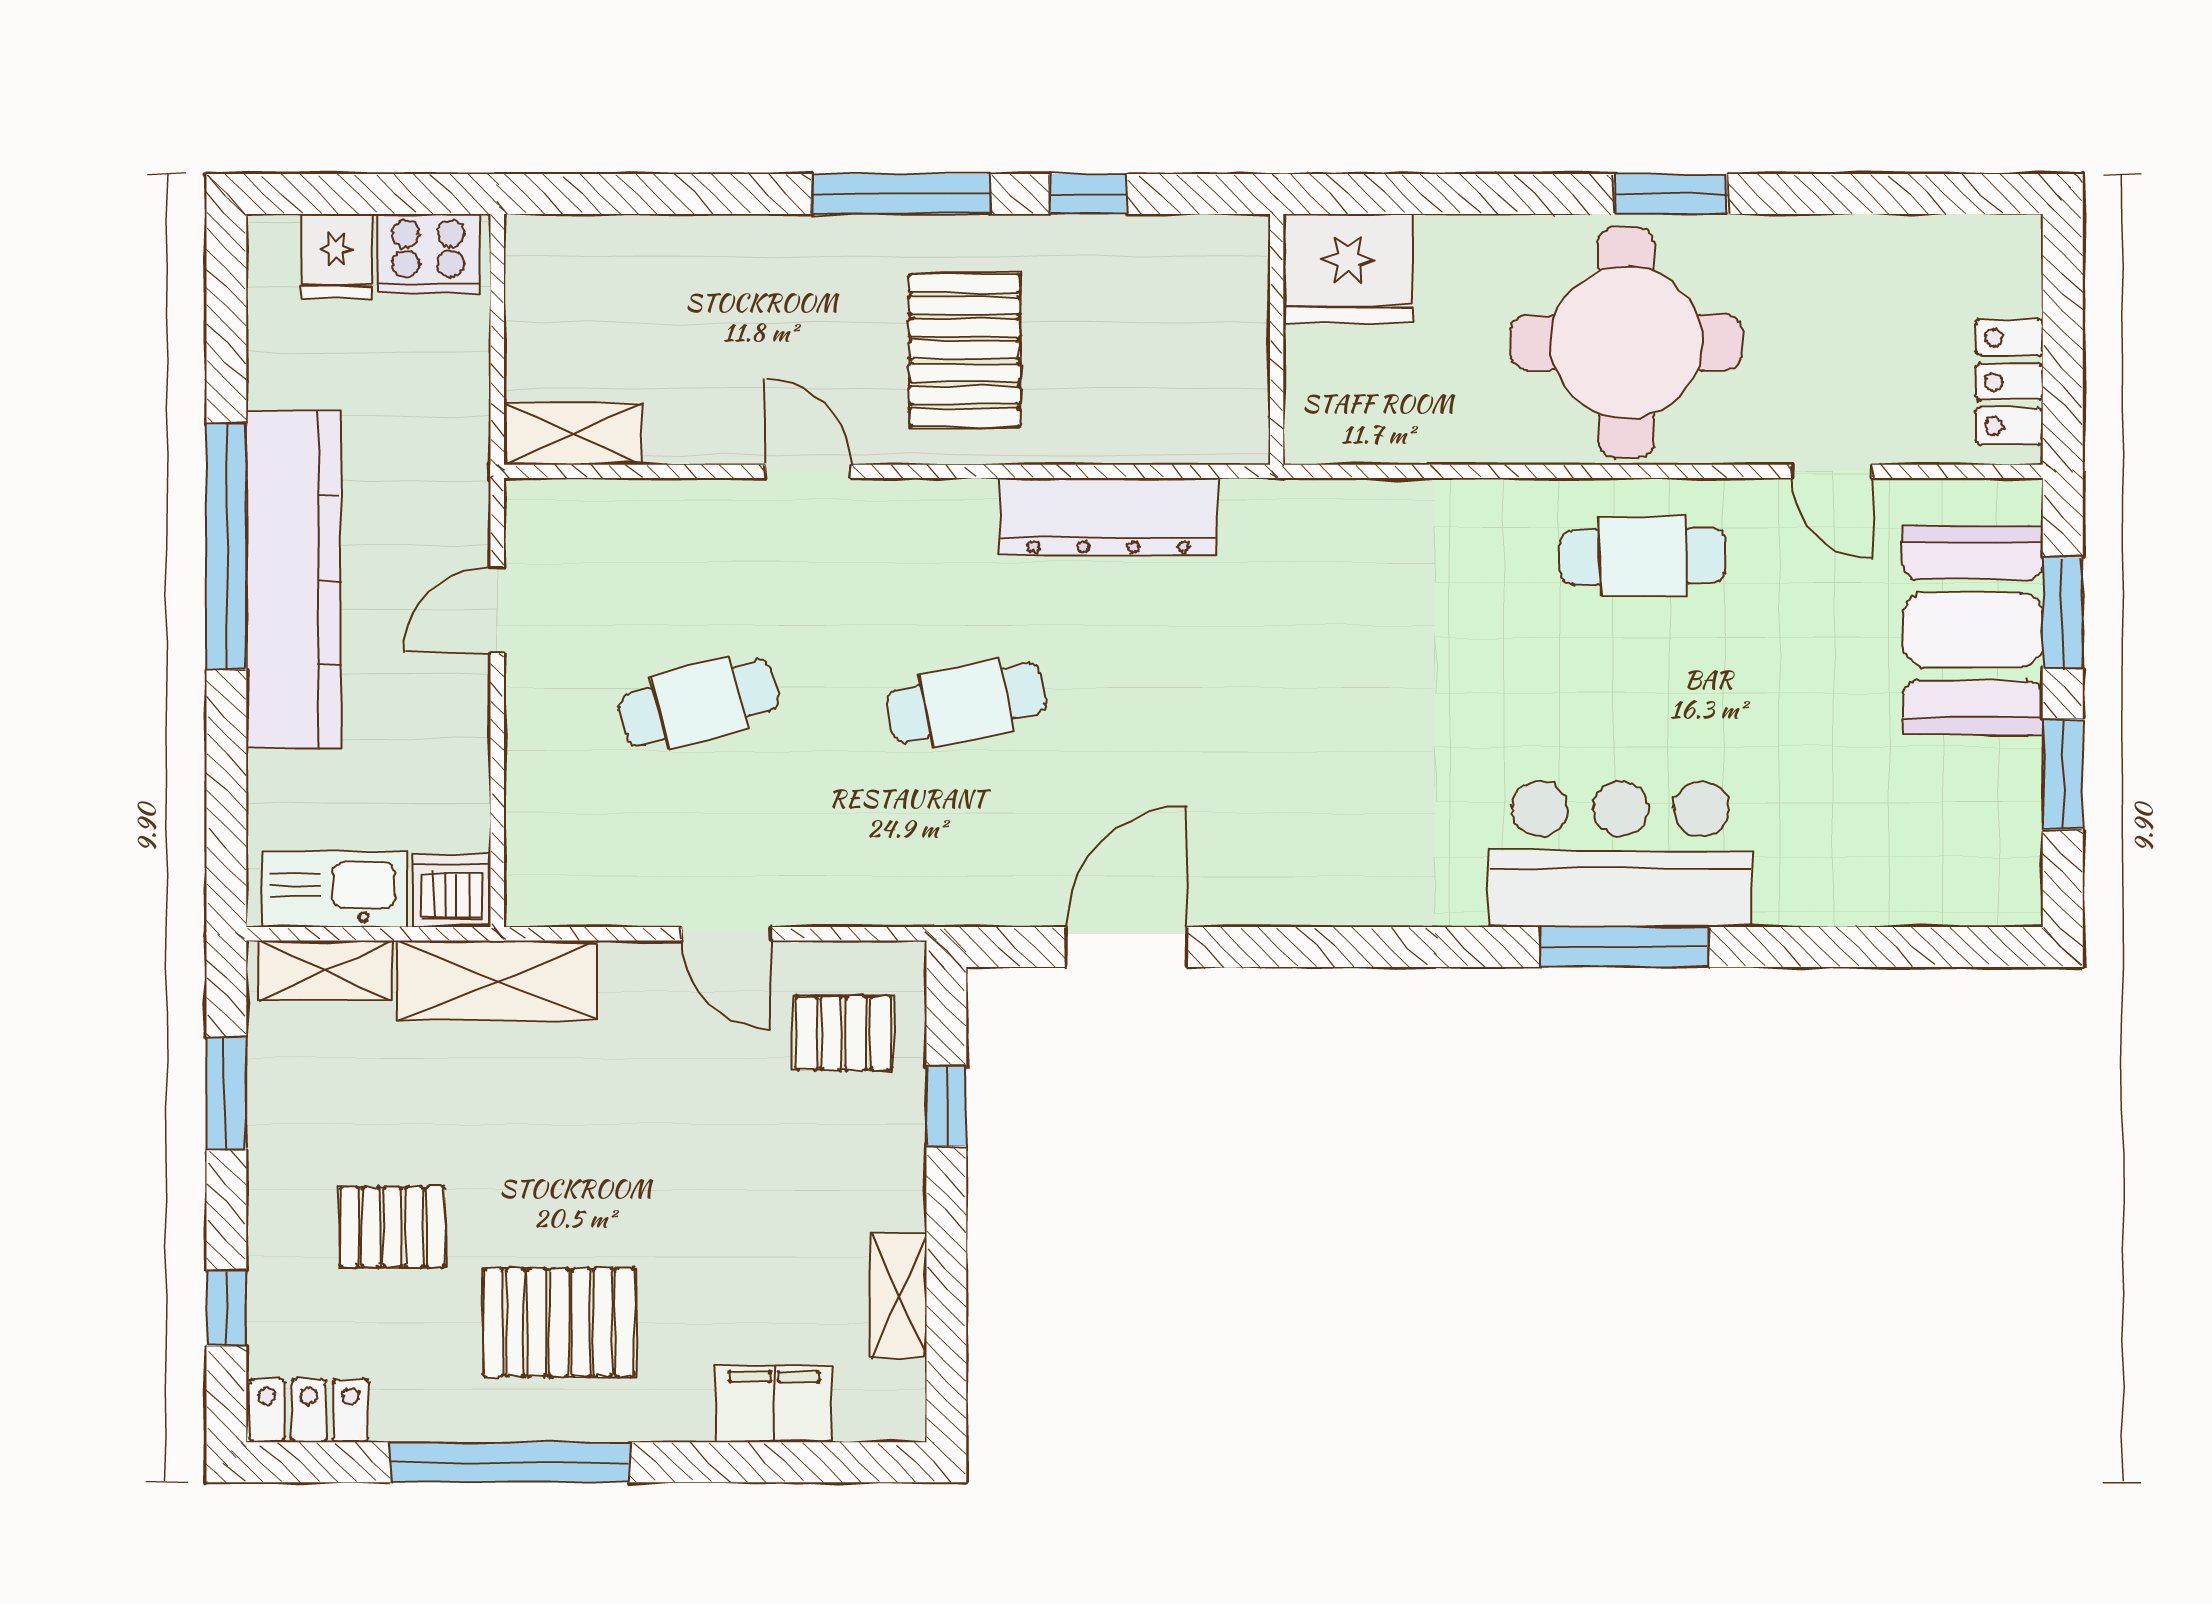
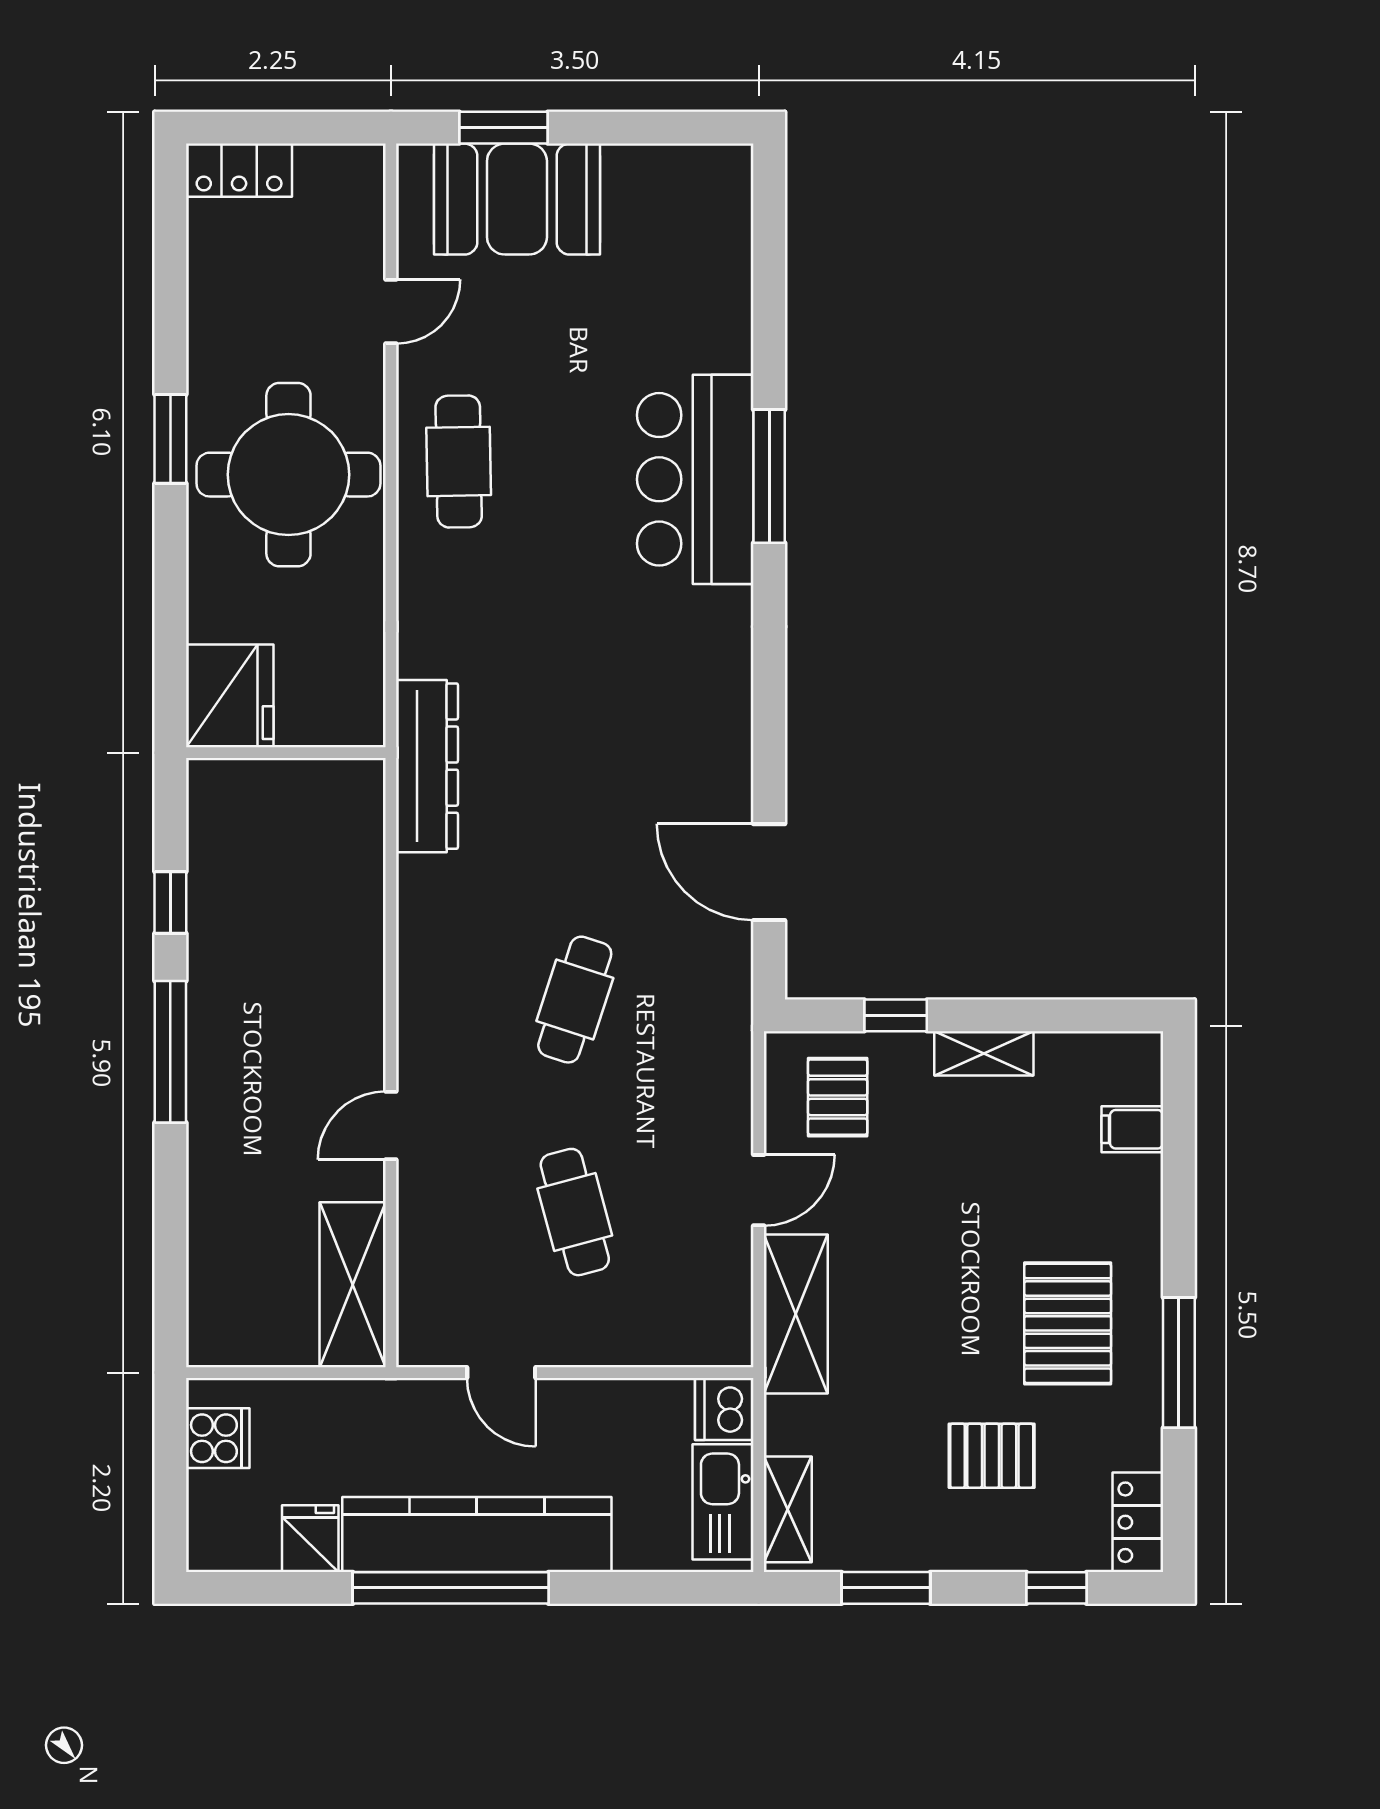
cooker: (428, 254) -> (218, 1438), width x0.73
fridge: (336, 256) -> (310, 1539), moved, turned -90
pallet: (965, 350) -> (295, 1001), removed
locker: (2009, 382) -> (239, 170), moved
shelving: (573, 434) -> (353, 1285), width x1.50, depth x1.33
dresser: (1108, 517) -> (427, 766), moved
cafe table: (966, 703) -> (575, 1000), turned 30
window: (2063, 774) -> (632, 128), removed
shelving: (497, 980) -> (796, 1314), moved
pallet: (392, 1227) -> (992, 1456), turned 90
shelving: (899, 1296) -> (984, 1053), moved
filing cabinet: (774, 1404) -> (1132, 1129), width x0.50
window: (510, 1462) -> (1179, 1363), width x0.68

